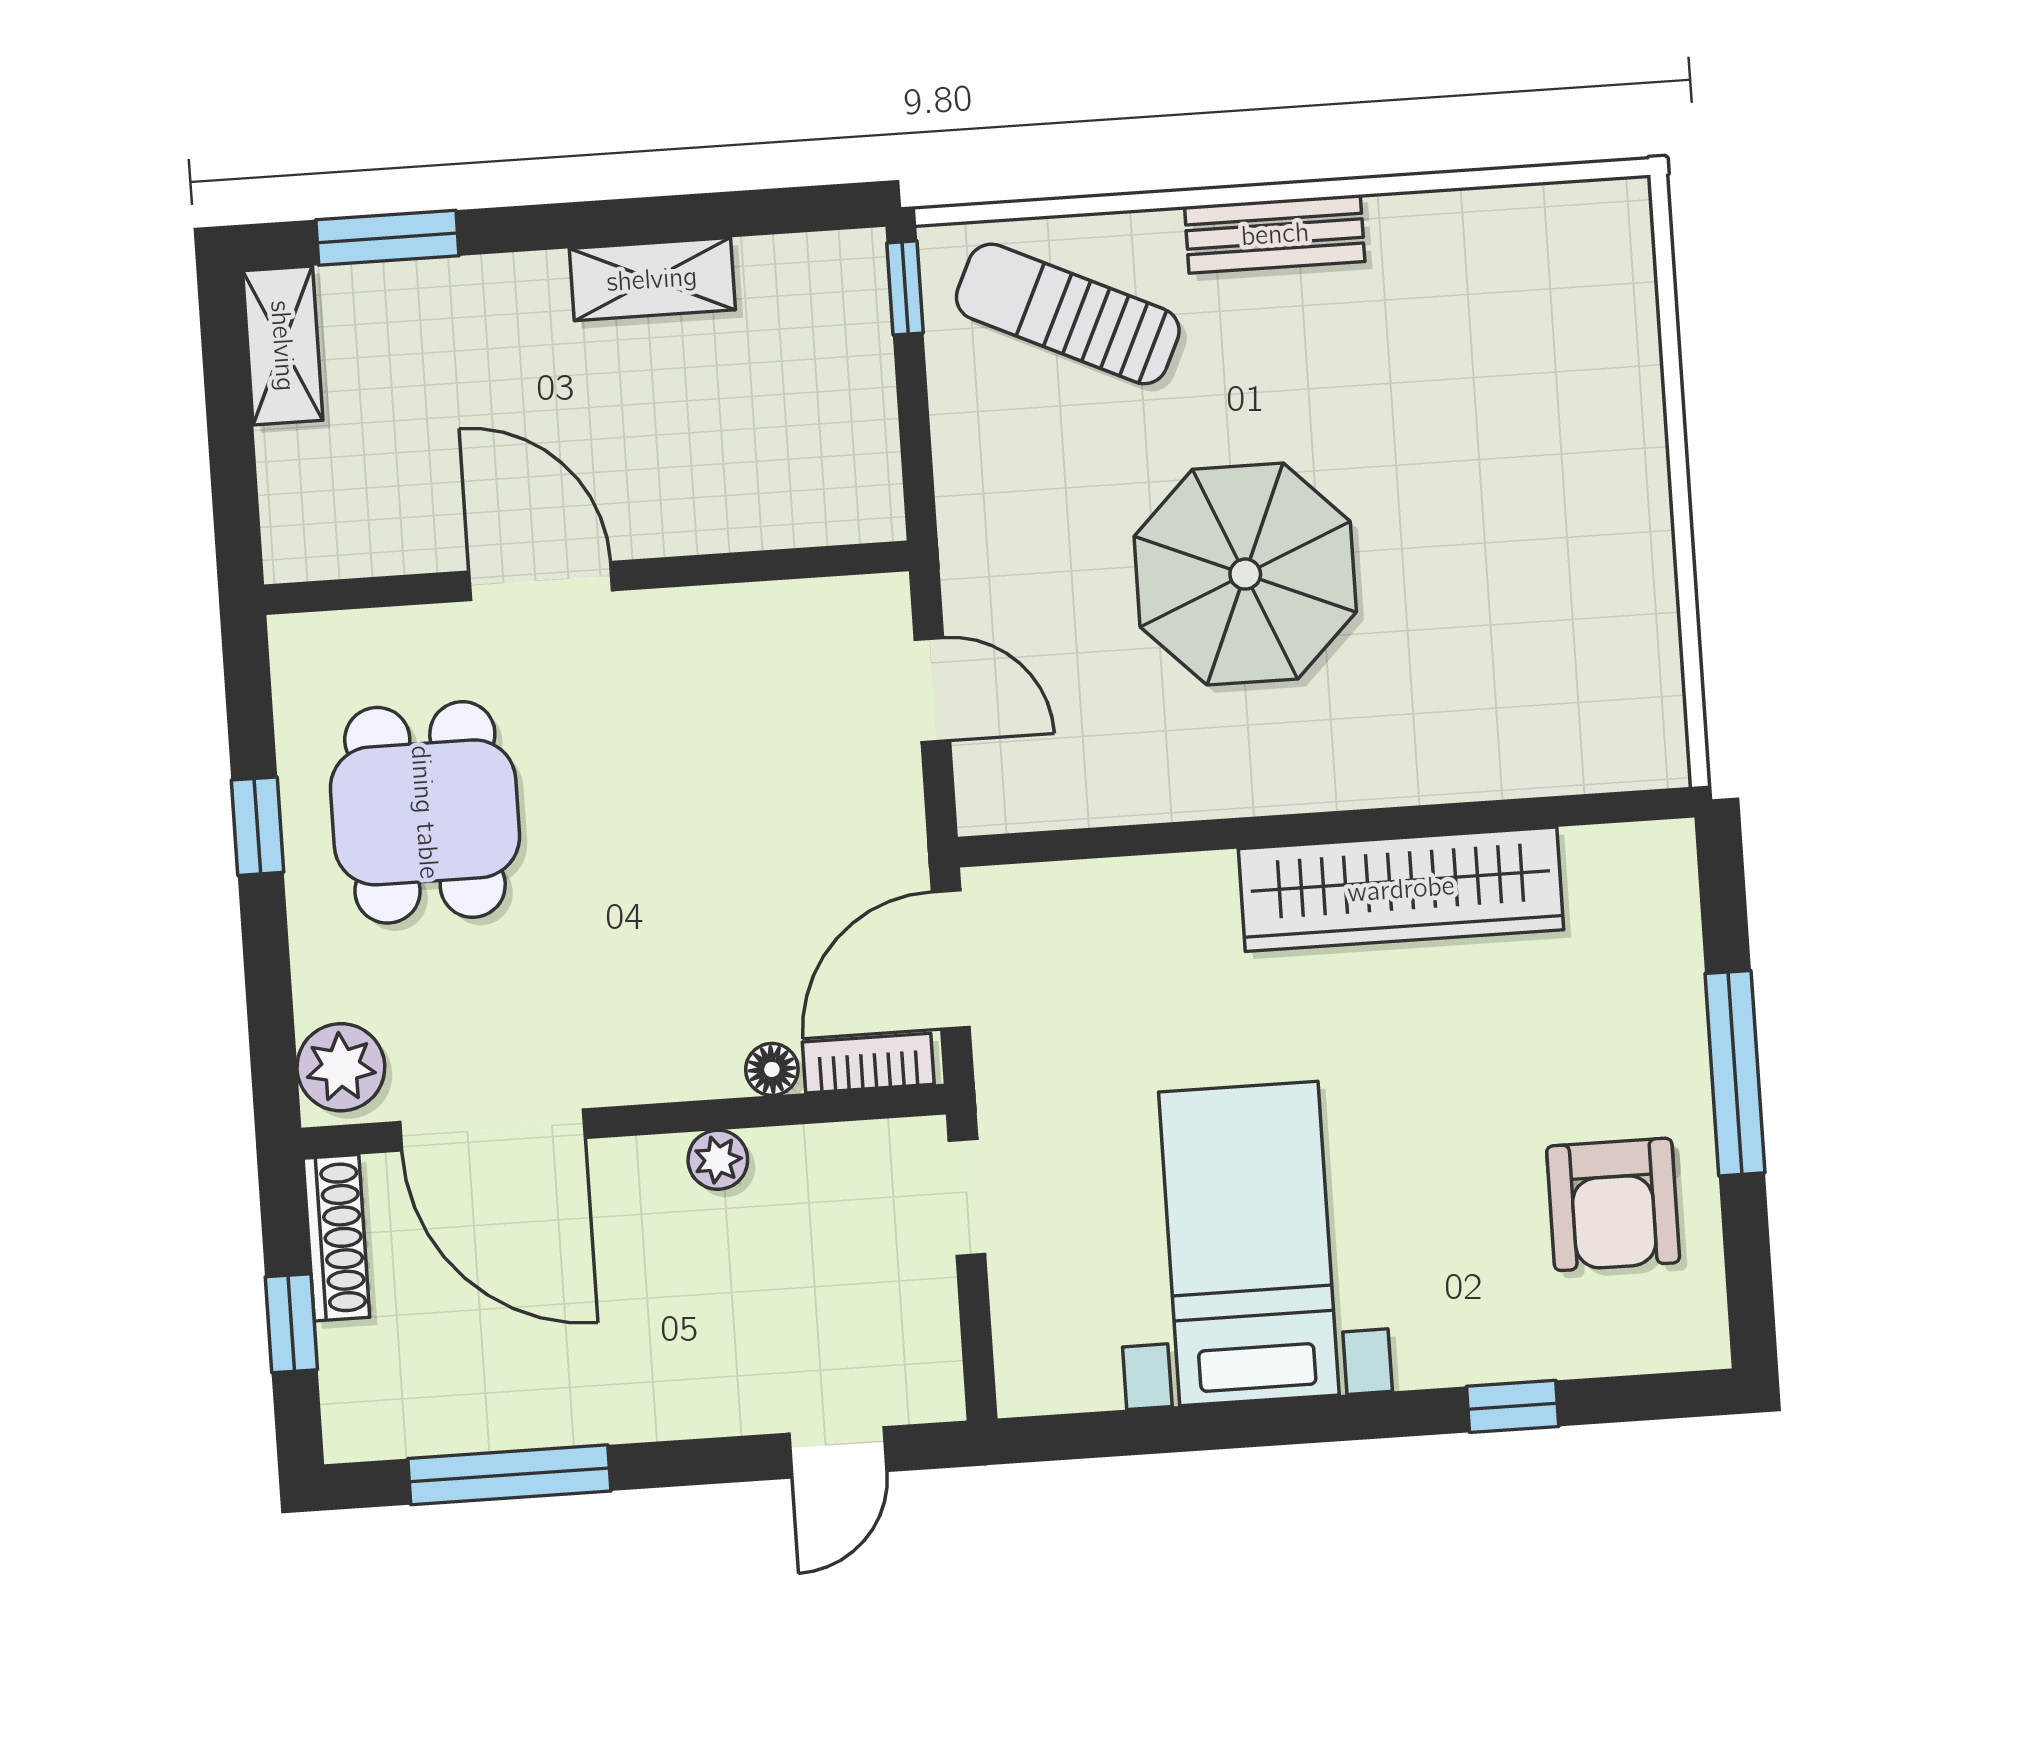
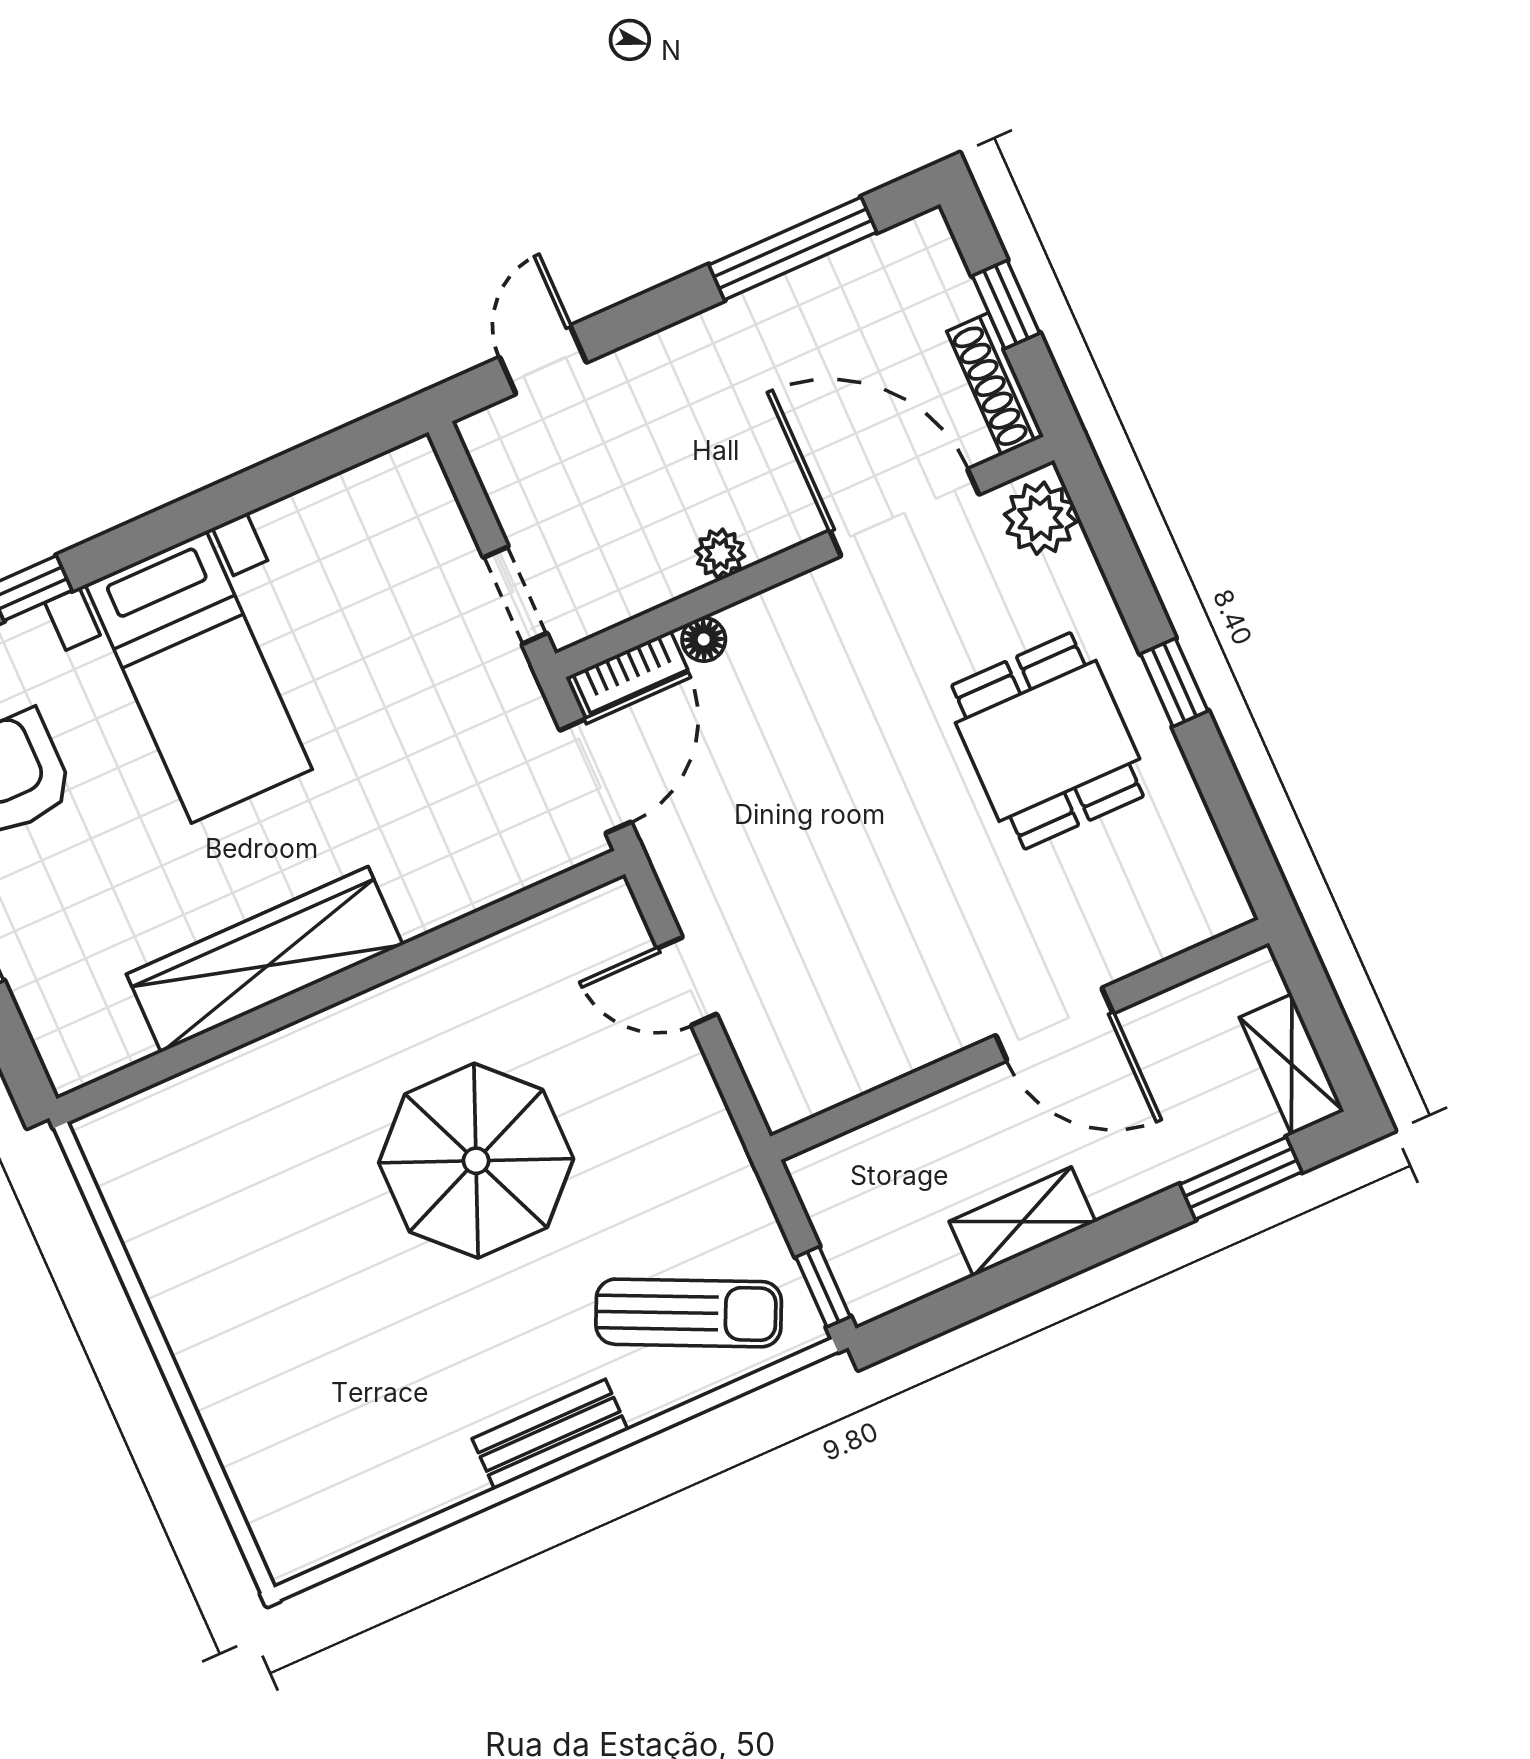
wall: (586, 578) -> (1020, 1040), moved
door: (541, 581) -> (1054, 1024), moved
bed with nightstands: (1249, 1244) -> (199, 677), moved

